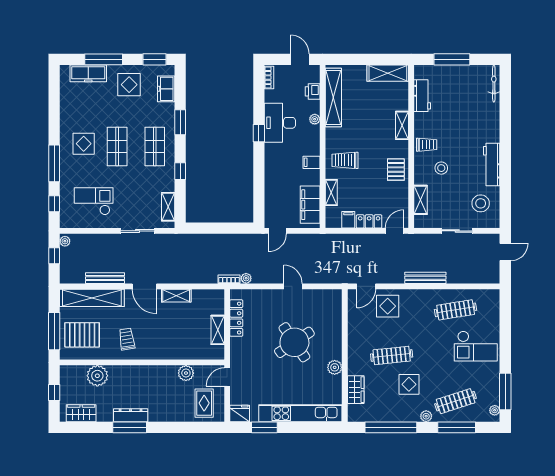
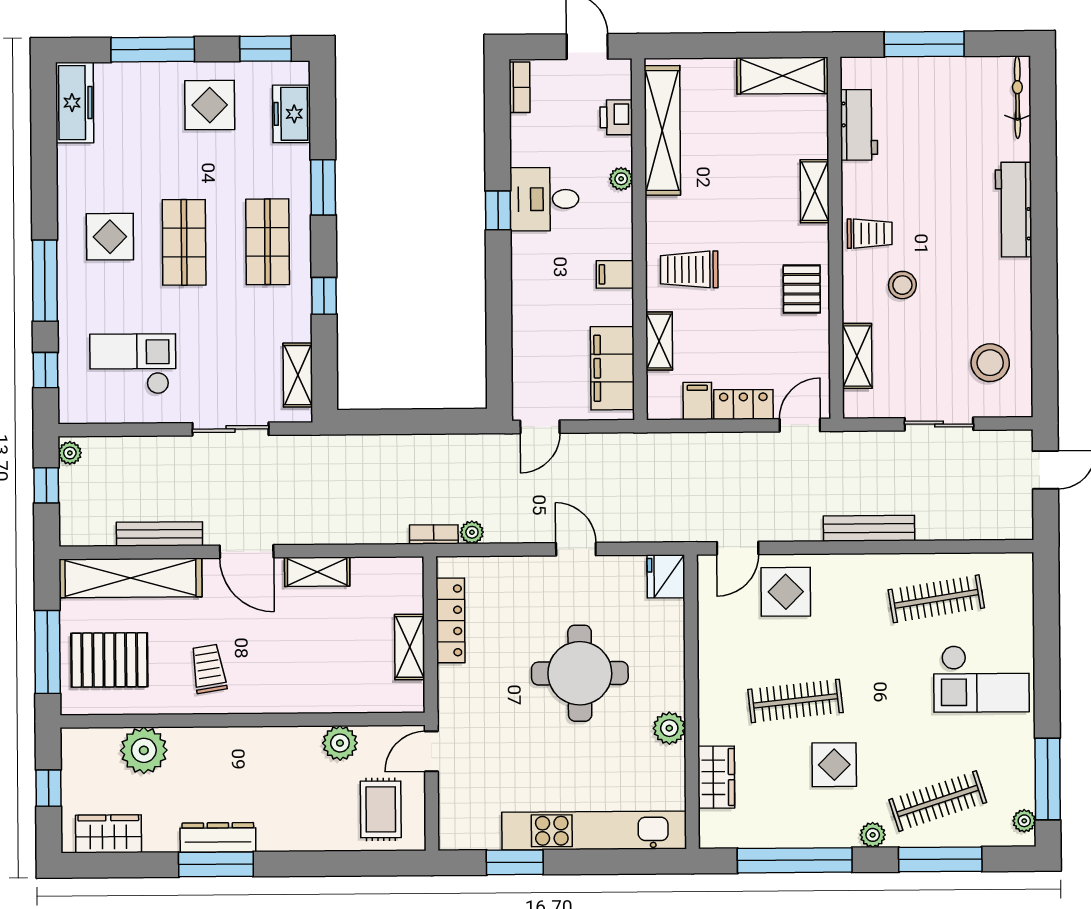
freezer: (88, 73) -> (75, 103), moved, turned -90
desk: (280, 123) -> (544, 199), width x0.73
workbench: (492, 164) -> (1014, 210), moved
round table: (294, 342) -> (580, 673), turned 34
fridge: (240, 413) -> (666, 576), moved, turned -90

